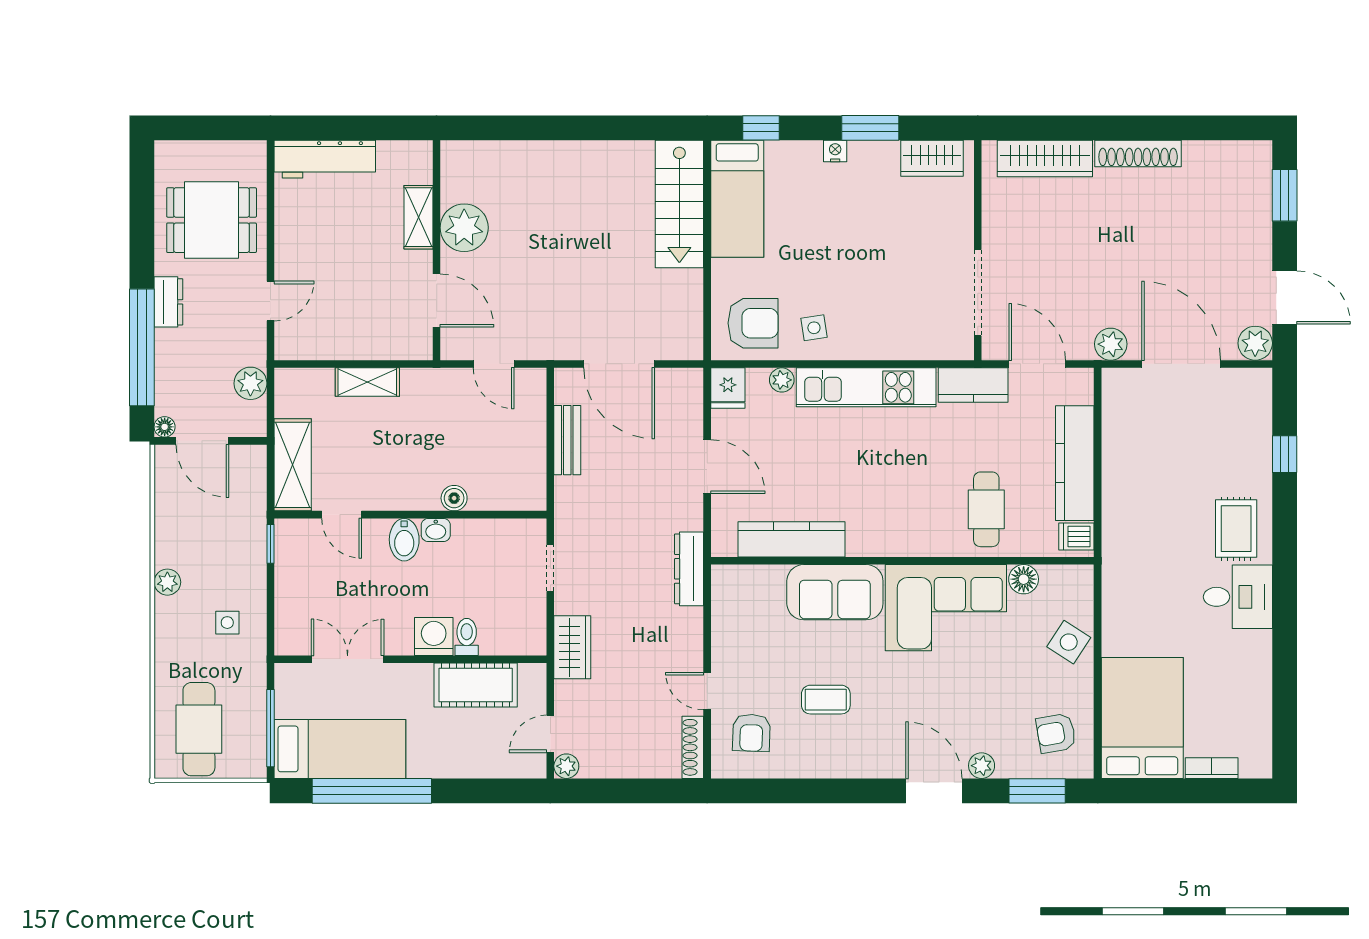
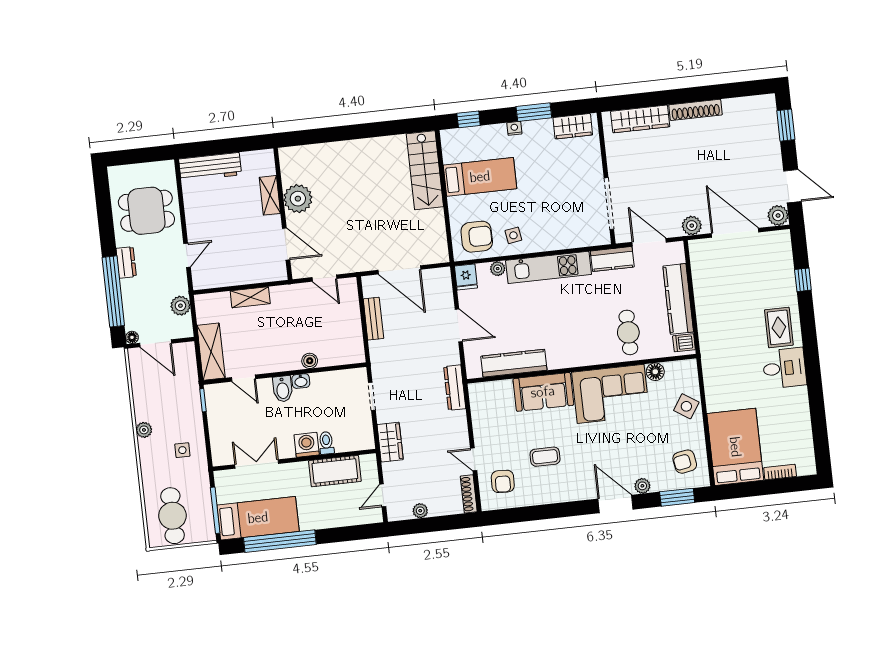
bed: (737, 199) -> (480, 177), moved, turned -90
plant: (566, 766) -> (420, 511), moved

